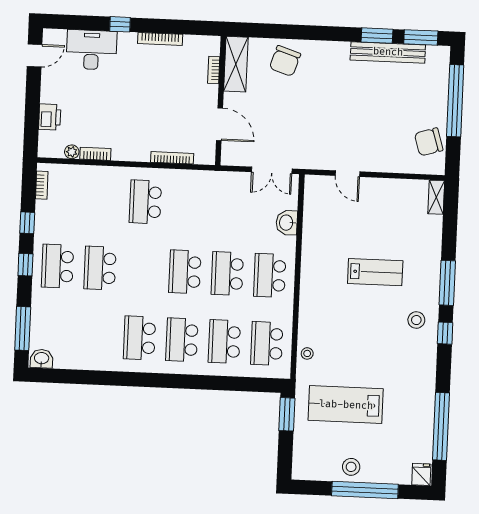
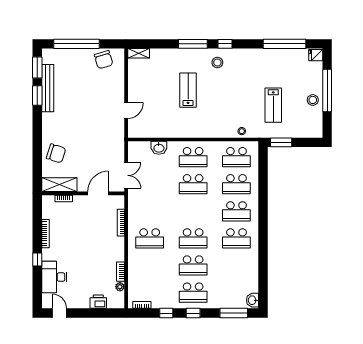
double door: (272, 170) -> (126, 175), moved
school desk: (185, 272) -> (193, 238), moved
lab bench: (346, 405) -> (273, 105), width x0.73, depth x0.72

